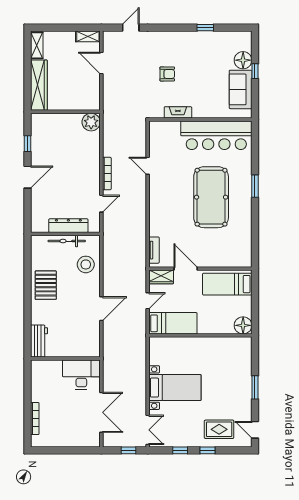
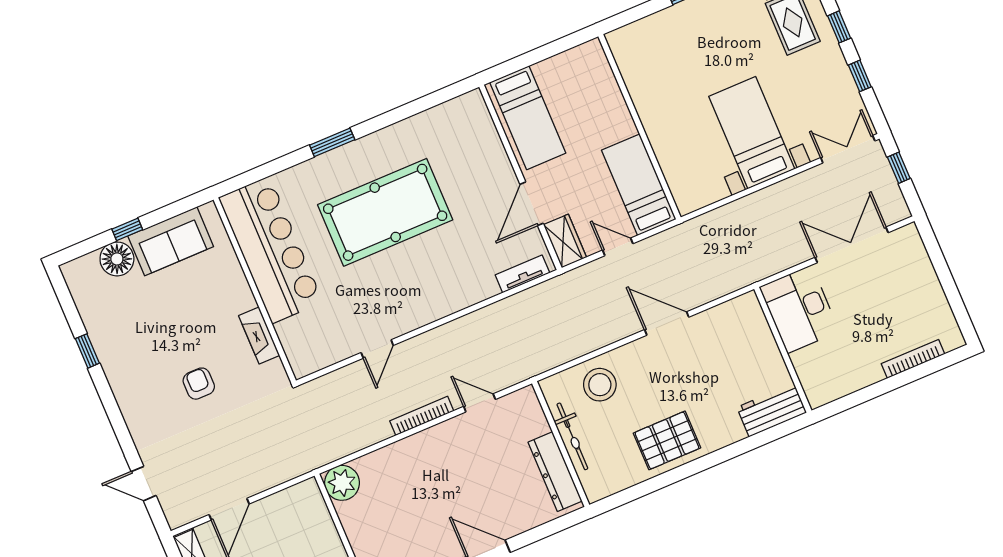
dresser: (68, 226) -> (555, 472), moved
floor lamp: (243, 325) -> (589, 58), removed

